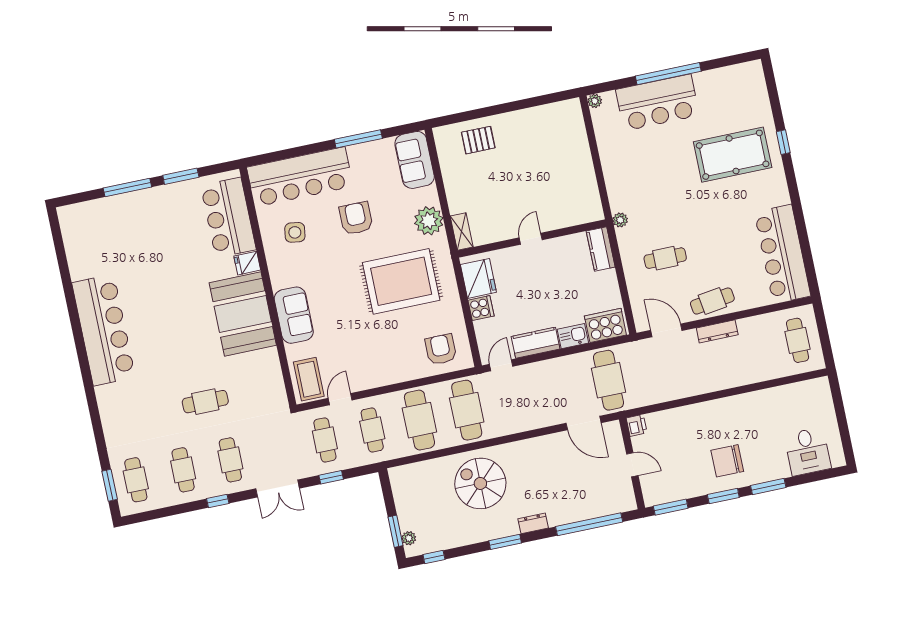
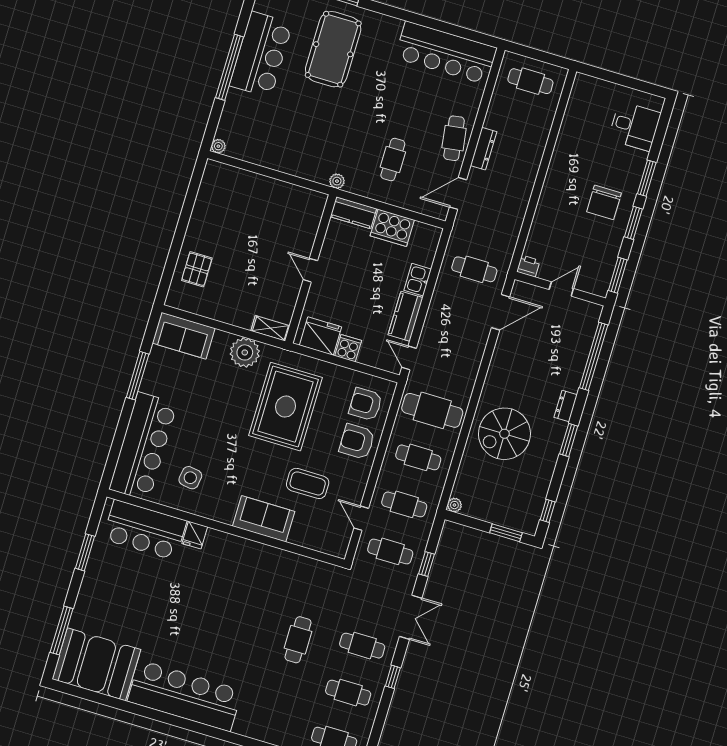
bar counter: (657, 102) -> (261, 54), moved
window: (127, 188) -> (62, 631), moved
armchair: (356, 218) -> (357, 441), moved
booth: (243, 314) -> (96, 664), moved
cooker: (605, 325) -> (392, 228), moved, turned -90
coffee table: (309, 379) -> (308, 483), moved
cafe table: (608, 380) -> (474, 269), width x0.73, depth x0.74
cafe table: (419, 420) -> (418, 457), width x0.73, depth x0.74
plant: (409, 538) -> (454, 505), moved

